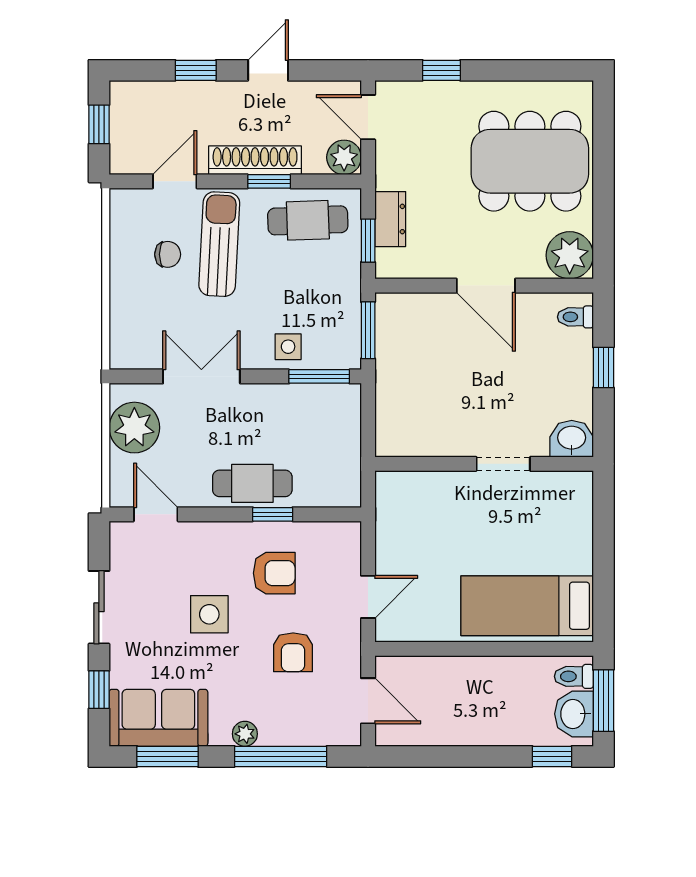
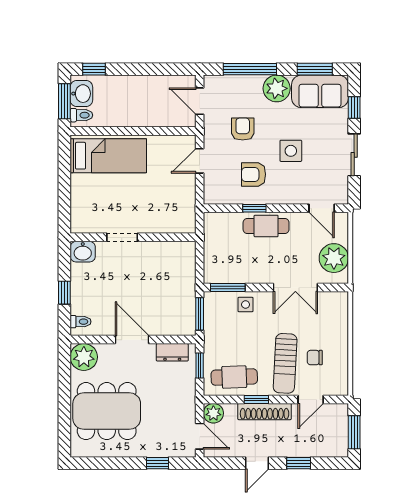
window: (99, 124) -> (354, 432), width x1.50
dresser: (390, 219) -> (172, 352), moved, turned -90
plant: (245, 734) -> (277, 88), width x1.88, depth x1.88

